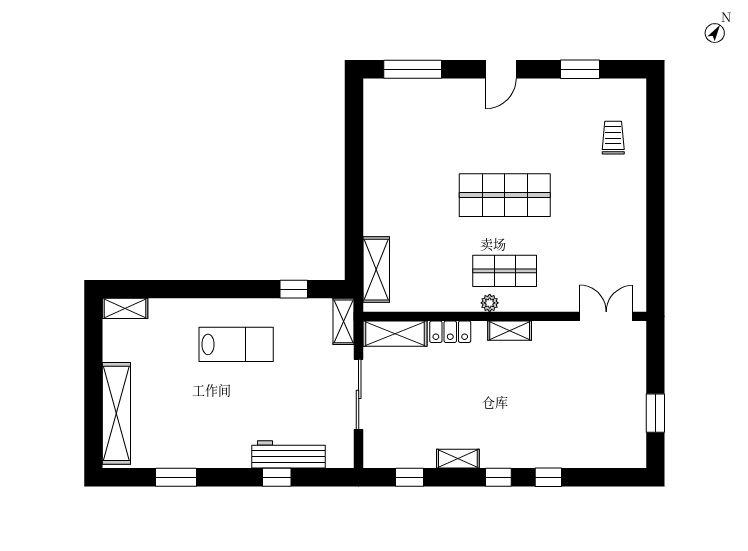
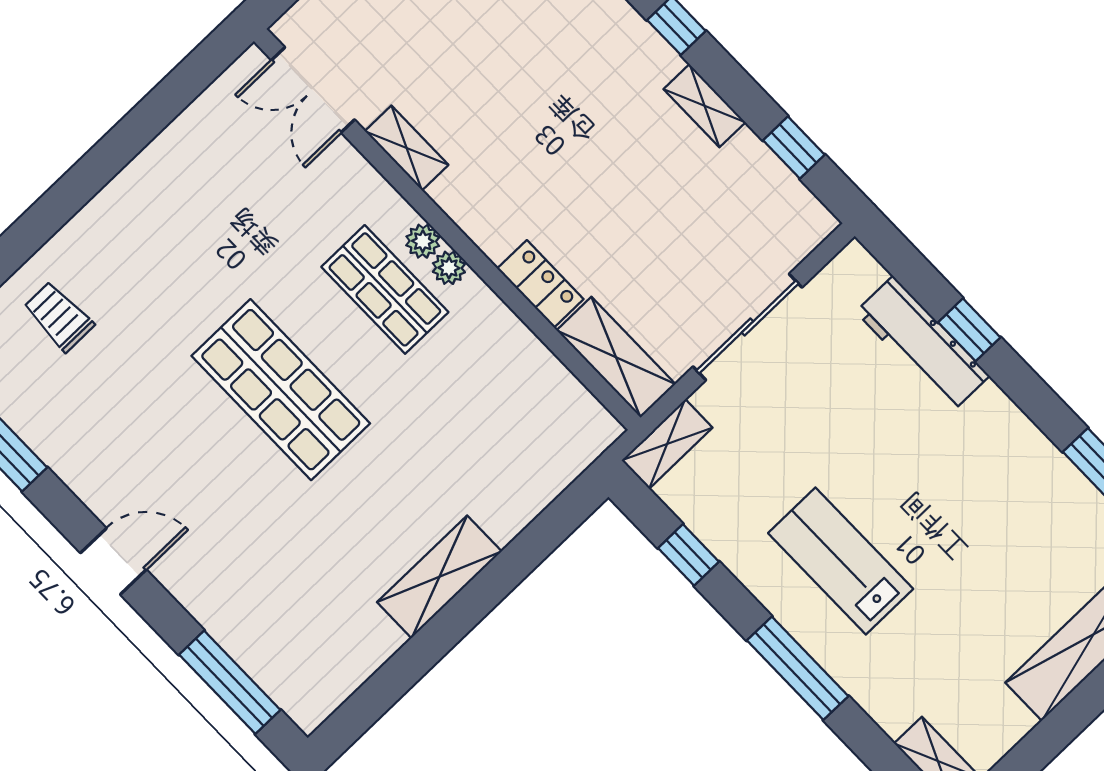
trolley: (613, 138) -> (59, 316), turned 90
shelving: (376, 270) -> (439, 577), moved
window: (211, 289) -> (798, 668), added
plant: (509, 303) -> (423, 241), added
shelving: (510, 331) -> (407, 148), moved

